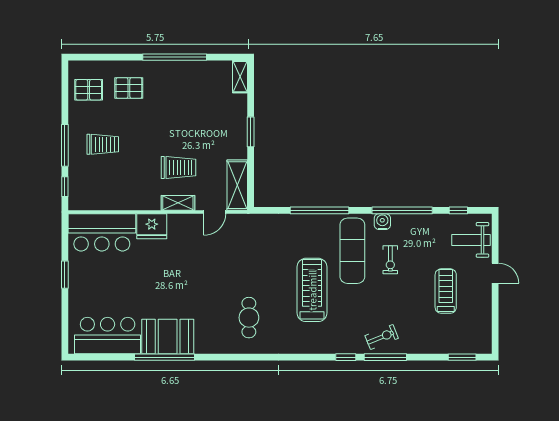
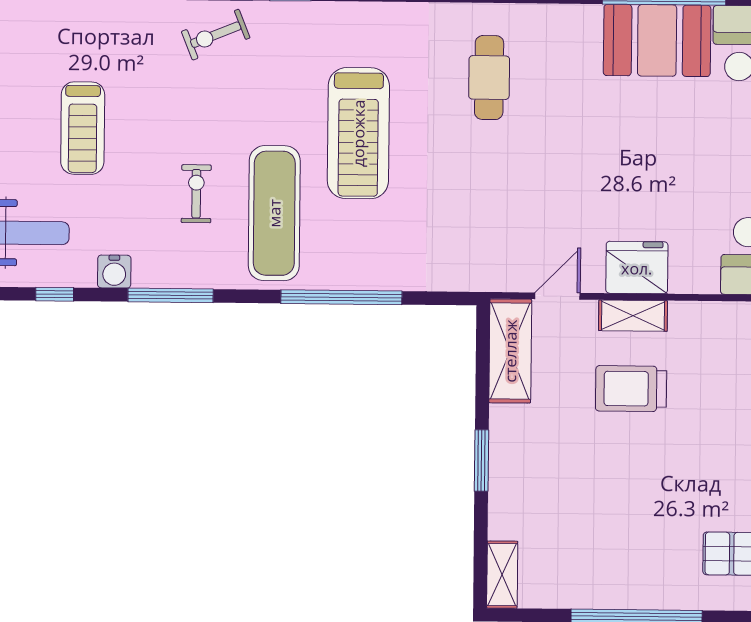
window: (402, 210) -> (171, 295), width x0.68
water cooler: (382, 222) -> (114, 272), moved
fridge: (152, 226) -> (637, 268), moved

